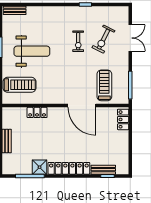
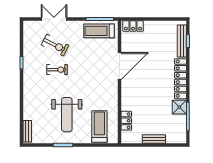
weight bench: (32, 51) -> (67, 115), turned 180
treadmill: (104, 85) -> (99, 31), moved
locker: (37, 112) -> (126, 121), moved
bench: (103, 170) -> (182, 41), width x1.36

